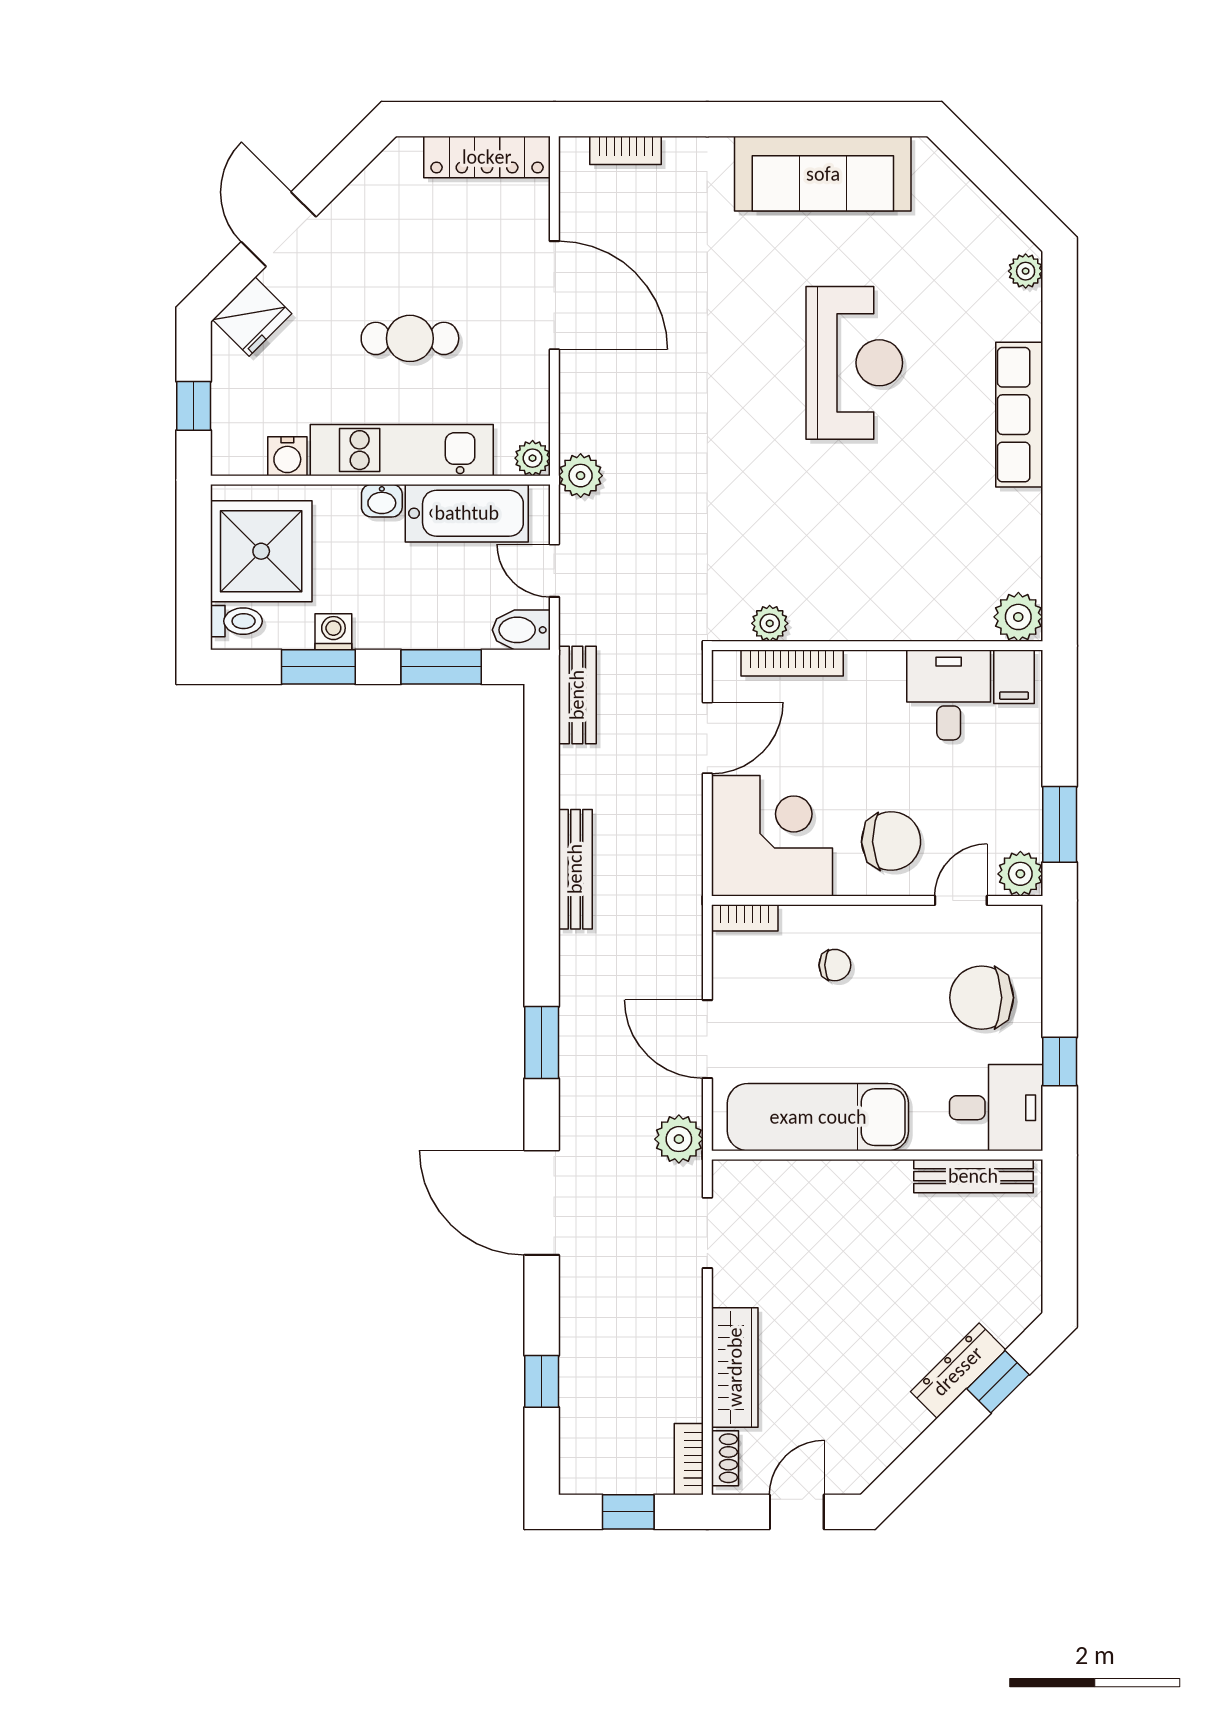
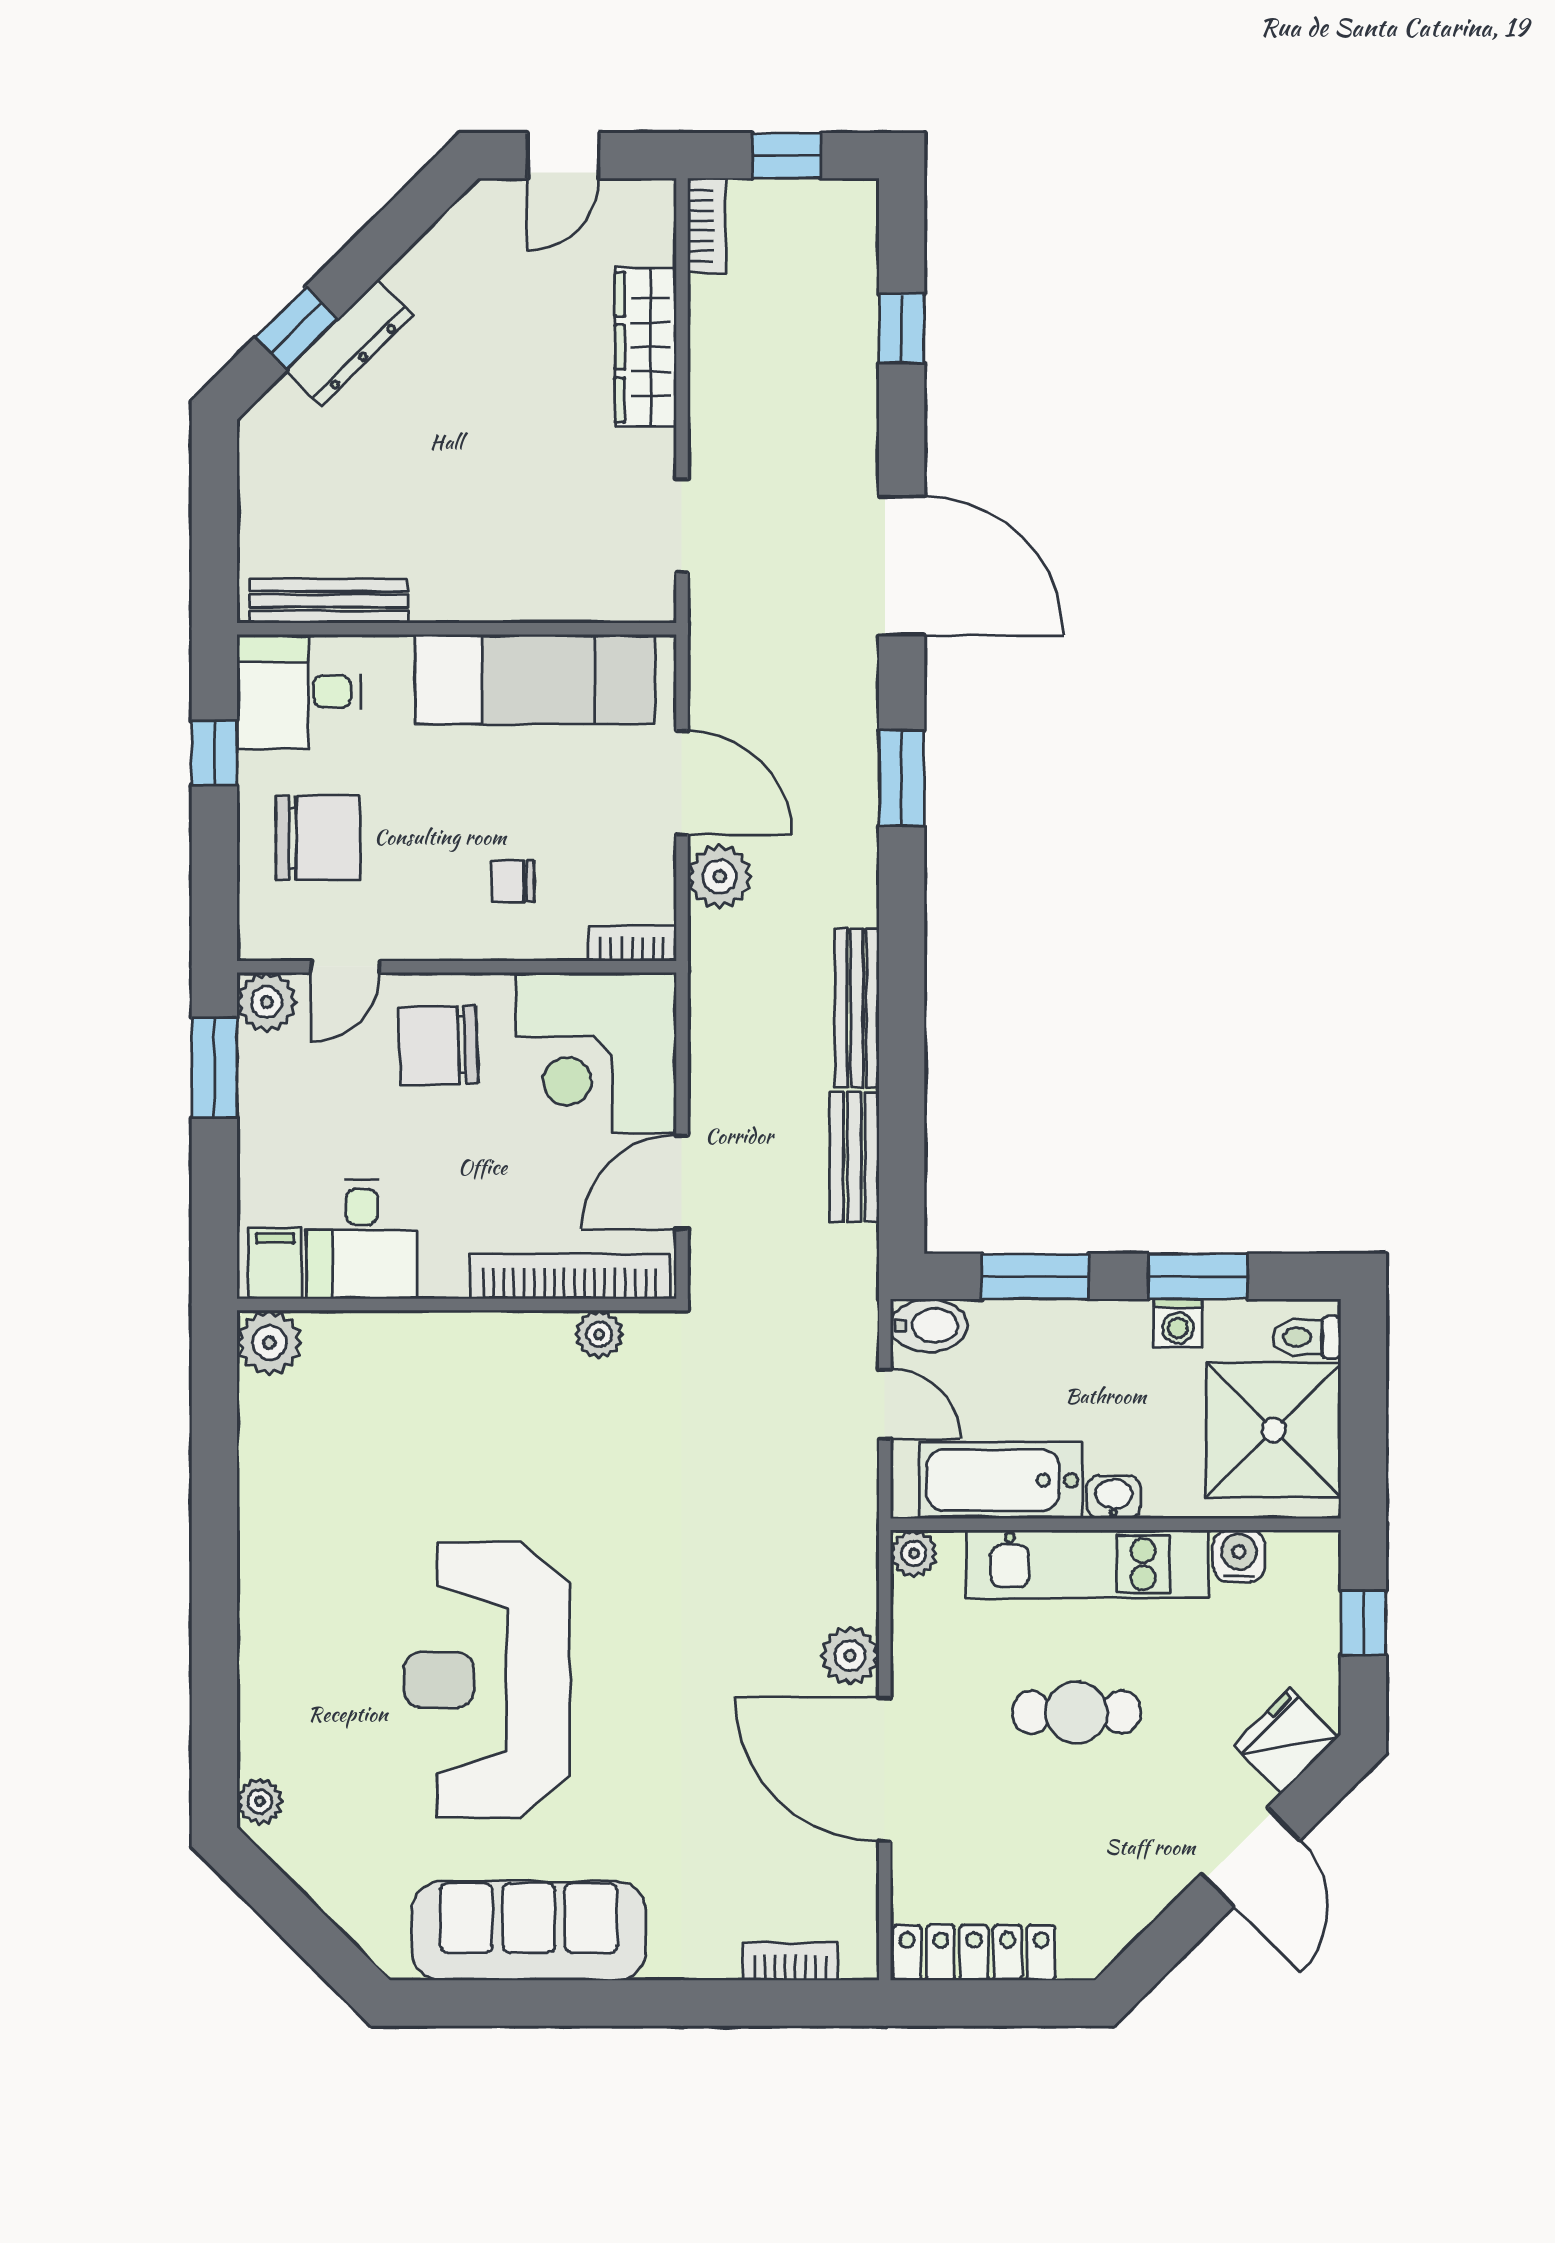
reception desk: (854, 363) -> (487, 1680), width x1.36, depth x1.30
row of seats: (1019, 415) -> (268, 1611), removed
plant: (581, 476) -> (850, 1656), moved
bookcase: (792, 663) -> (569, 1276), width x1.48, depth x1.31
bench: (577, 695) -> (854, 1157), moved
plant: (679, 1139) -> (720, 877), moved
shoe rack: (725, 1458) -> (658, 227), removed

